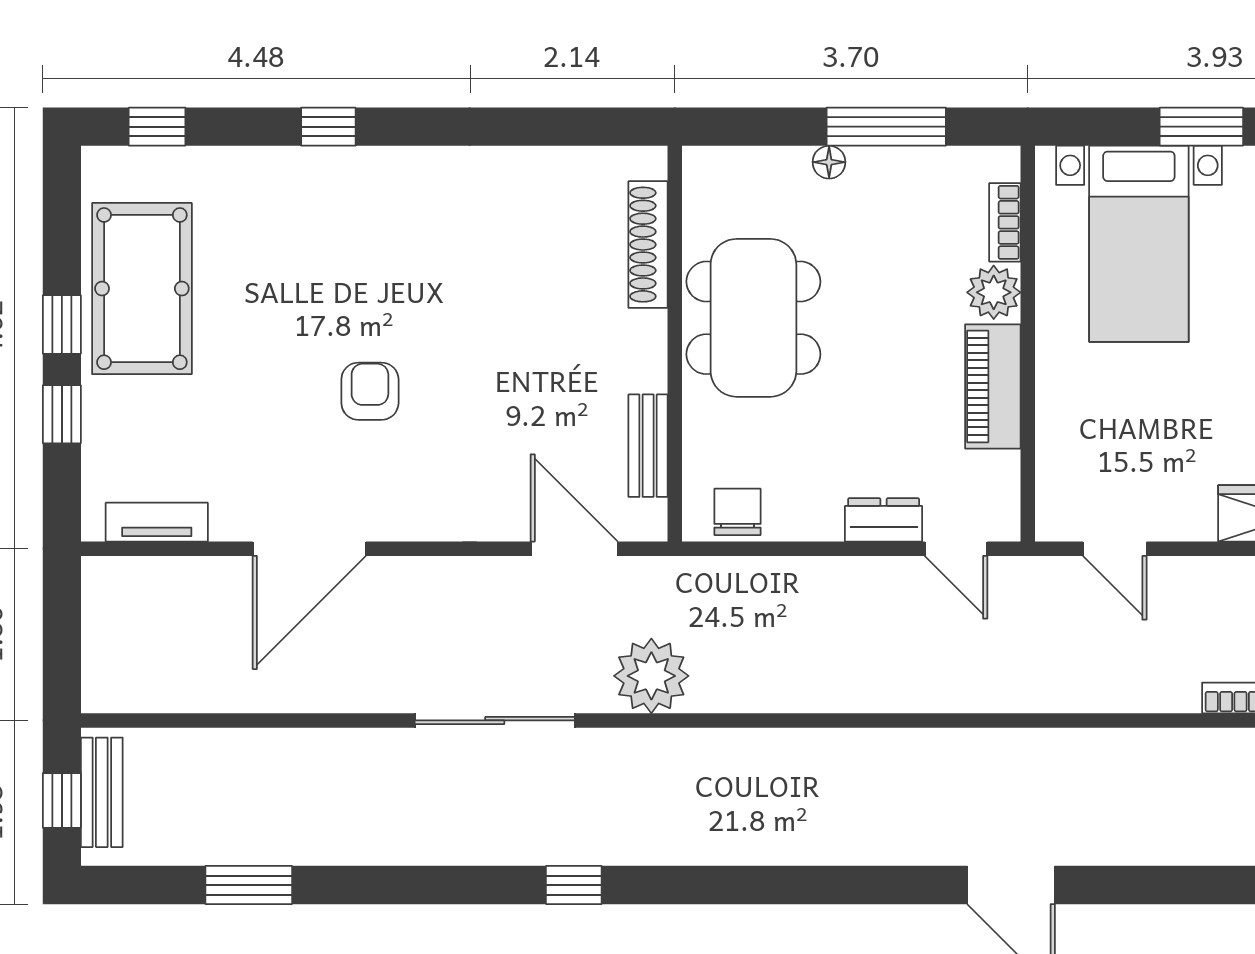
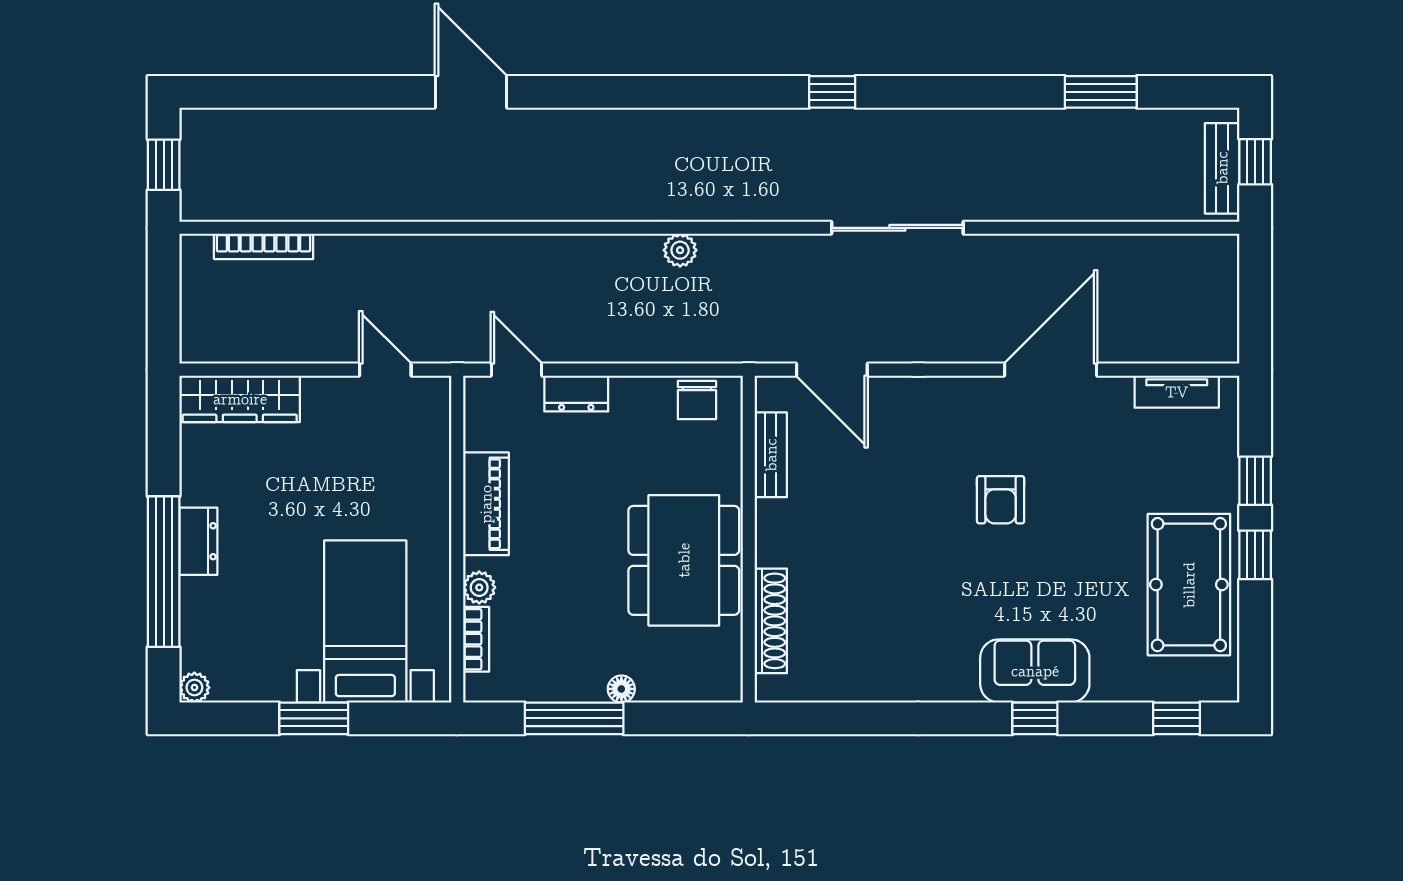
sofa: (328, 184) -> (1035, 671), added
plant: (994, 292) -> (479, 587), width x0.73, depth x0.73
plant: (651, 676) -> (680, 250), moved, width x0.53, depth x0.53

